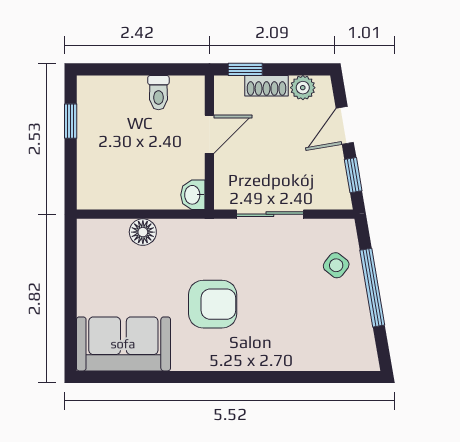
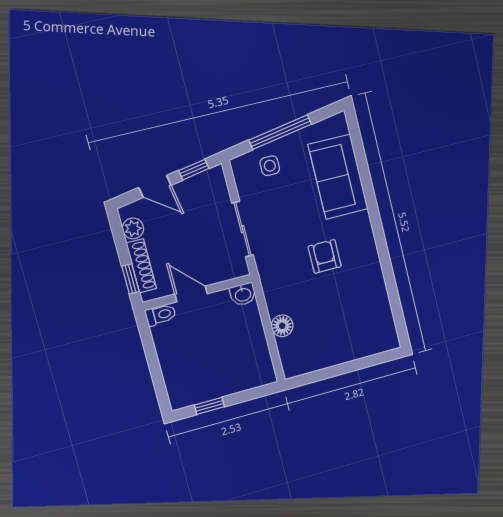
shoe rack: (266, 86) -> (141, 266), width x1.43
toilet: (158, 93) -> (161, 315), moved
side table: (336, 265) -> (270, 166), turned -38
armchair: (213, 304) -> (325, 256), width x0.72, depth x0.72
sofa: (123, 344) -> (338, 177), moved

